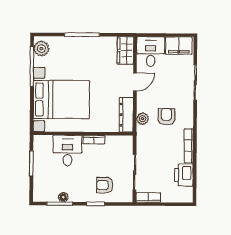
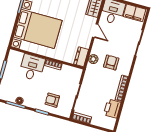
door: (135, 82) -> (95, 31), hinge flipped
dresser: (126, 115) -> (81, 57), width x0.70

